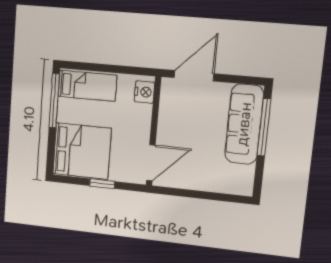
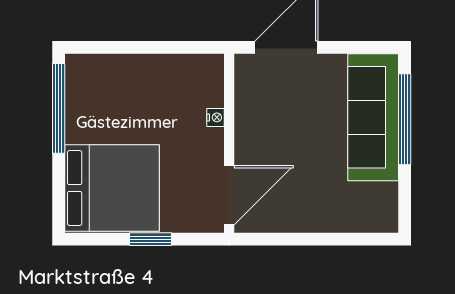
bed: (87, 86) -> (113, 79), removed
nightstand: (144, 92) -> (215, 117), moved, width x0.53, depth x0.56

